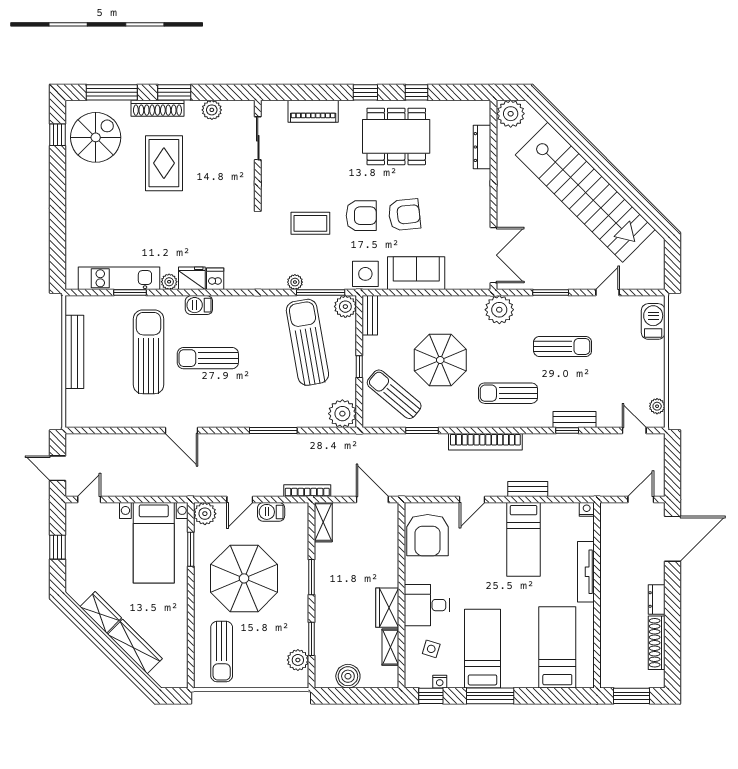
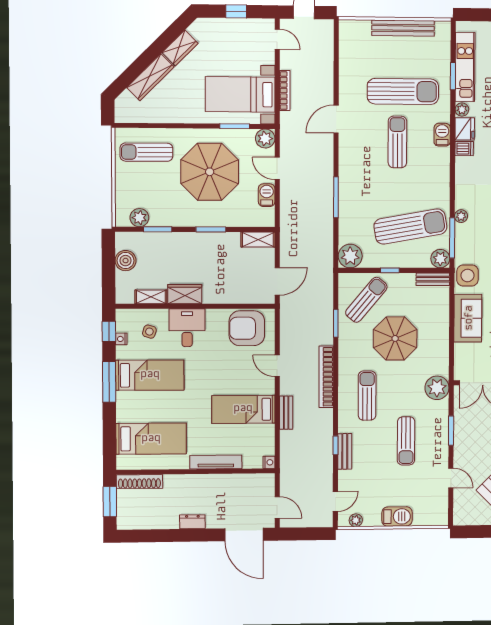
barbecue: (653, 321) -> (397, 516), moved
bookcase: (307, 491) -> (285, 91), moved
shoe rack: (657, 643) -> (139, 482), moved, turned 180

